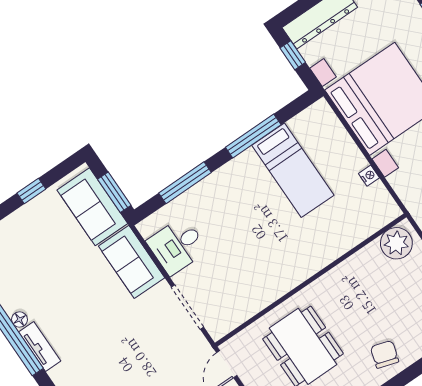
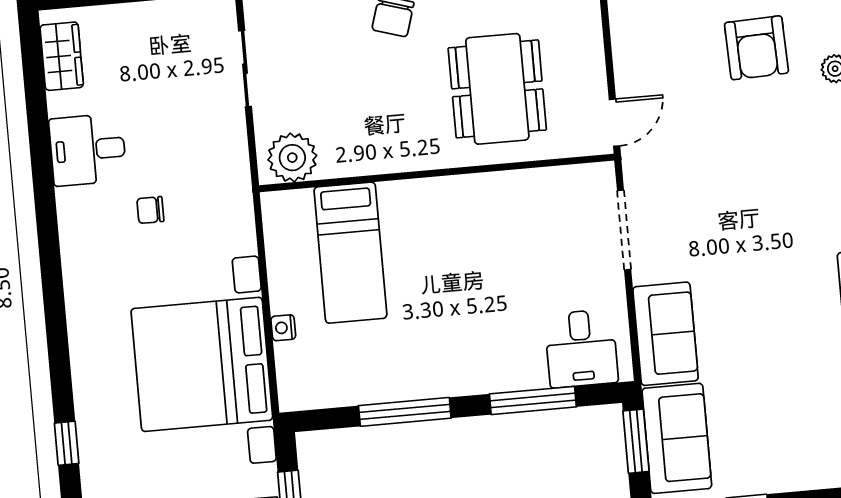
bed: (293, 170) -> (350, 253), moved, turned 180
nightstand: (369, 176) -> (283, 328), moved
desk: (177, 246) -> (581, 348), moved, turned 90

